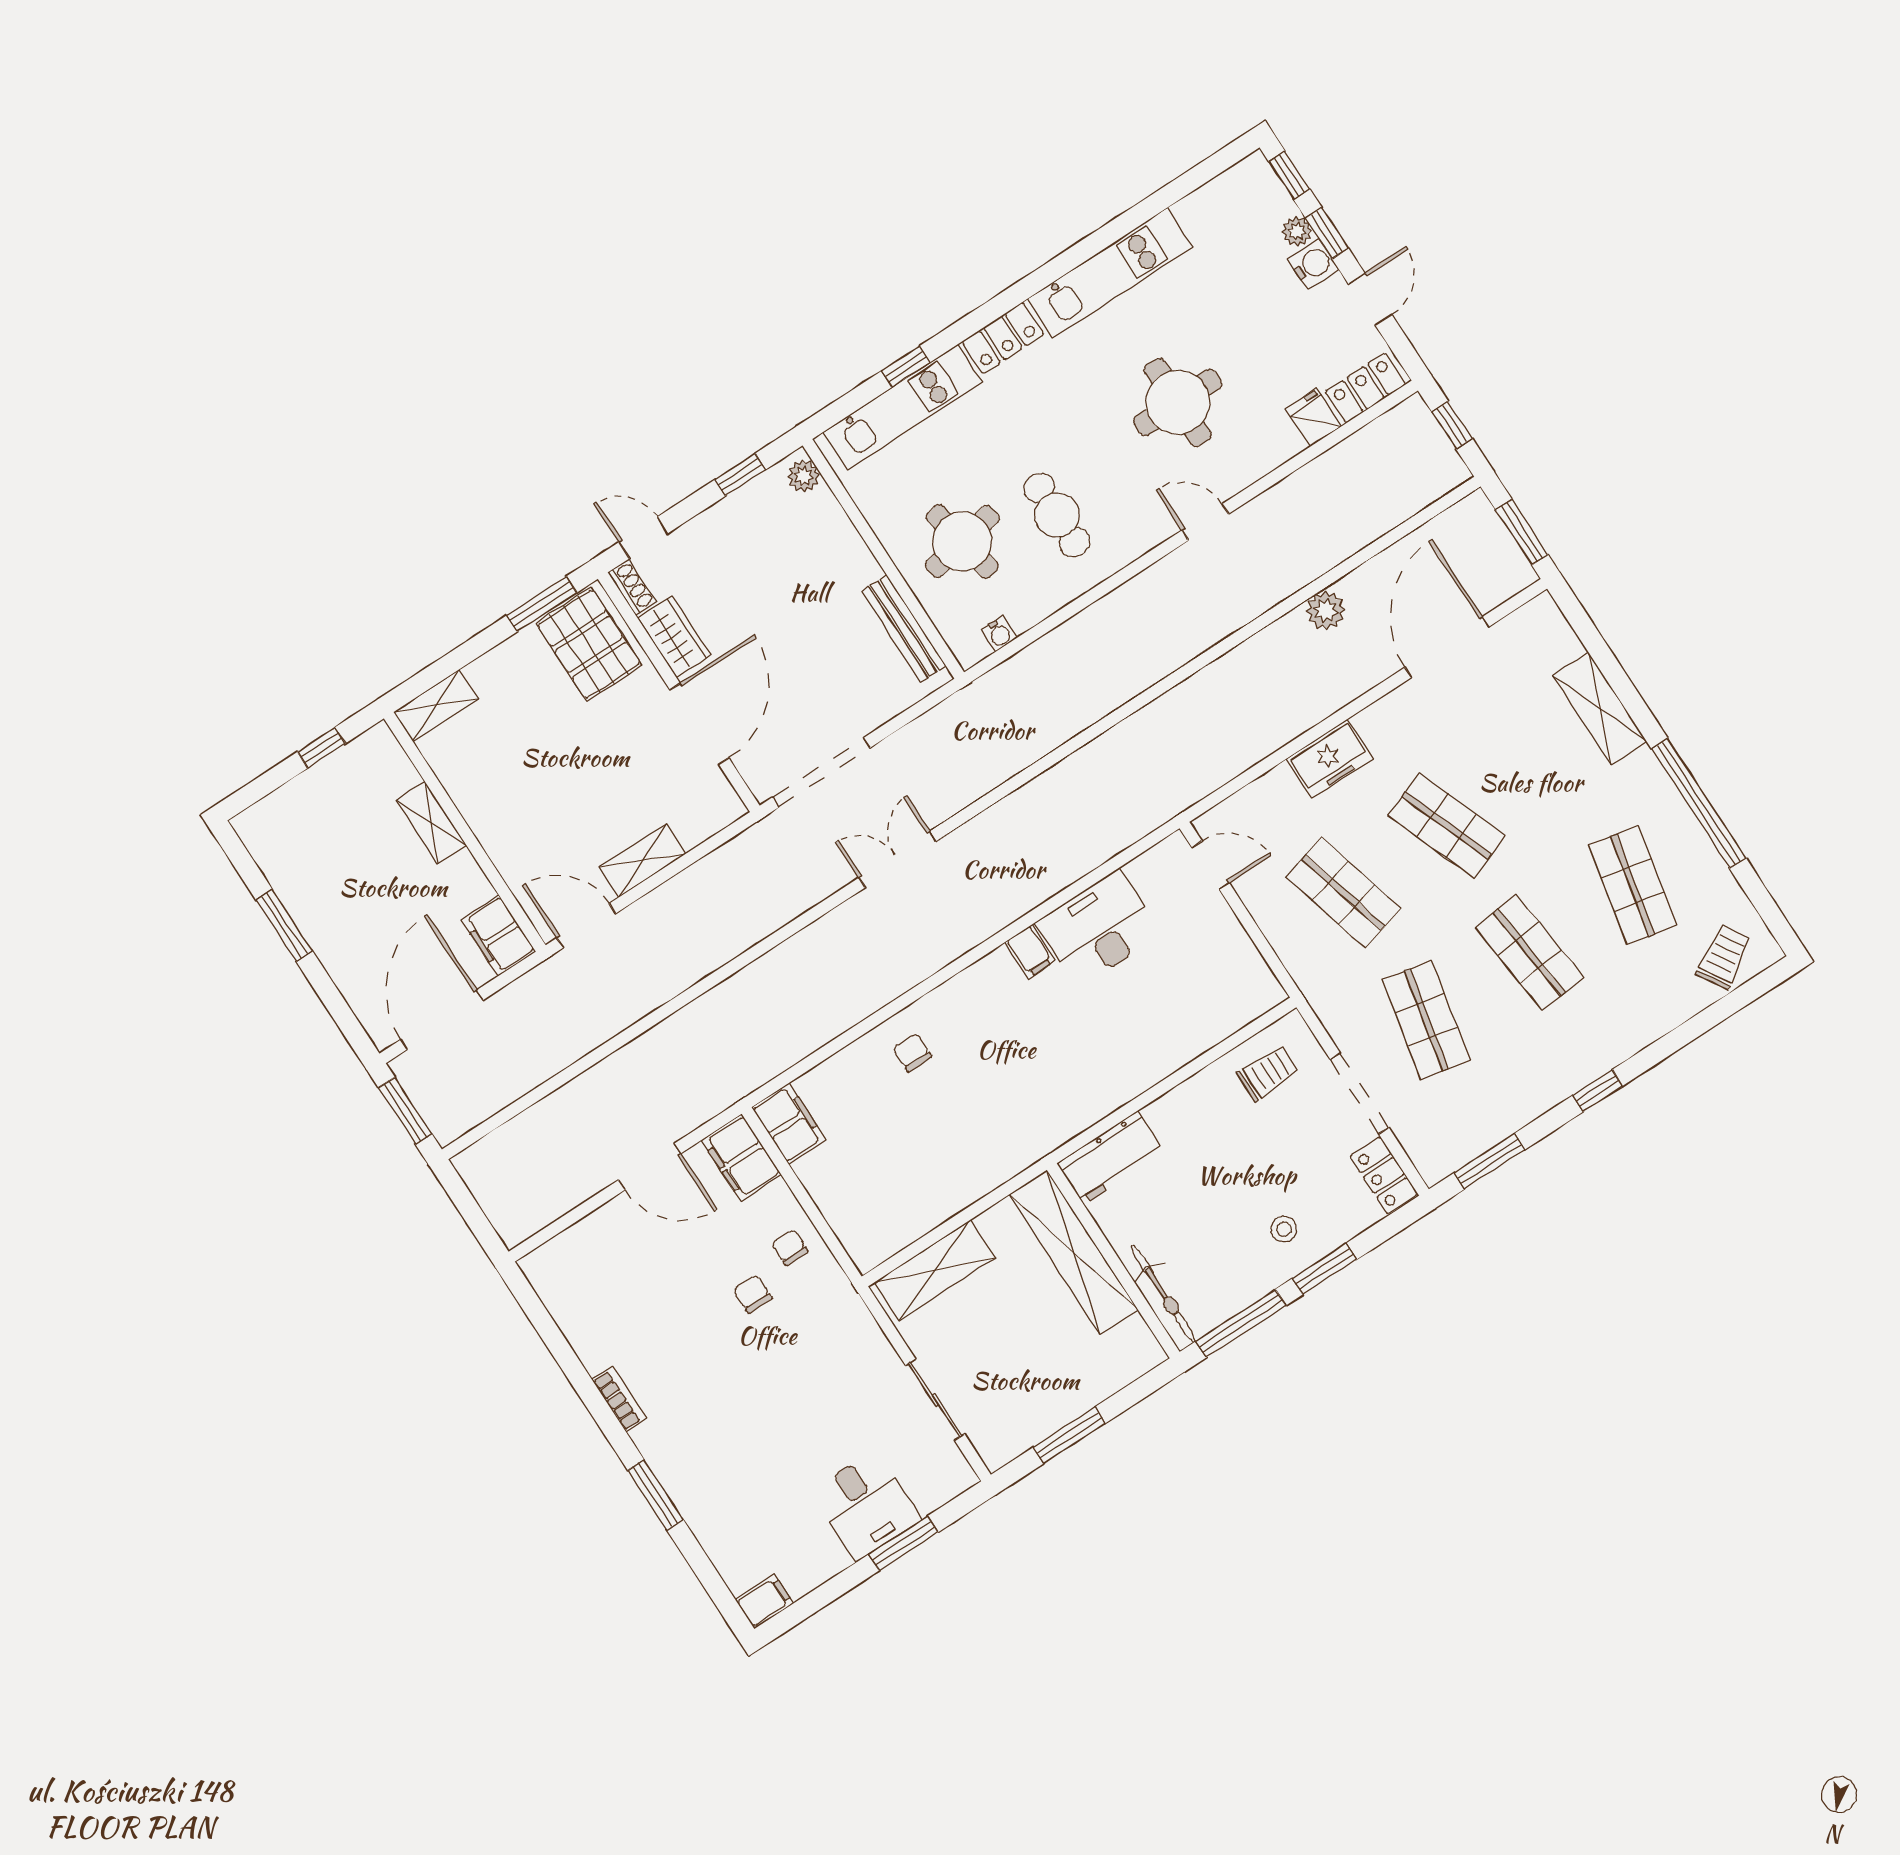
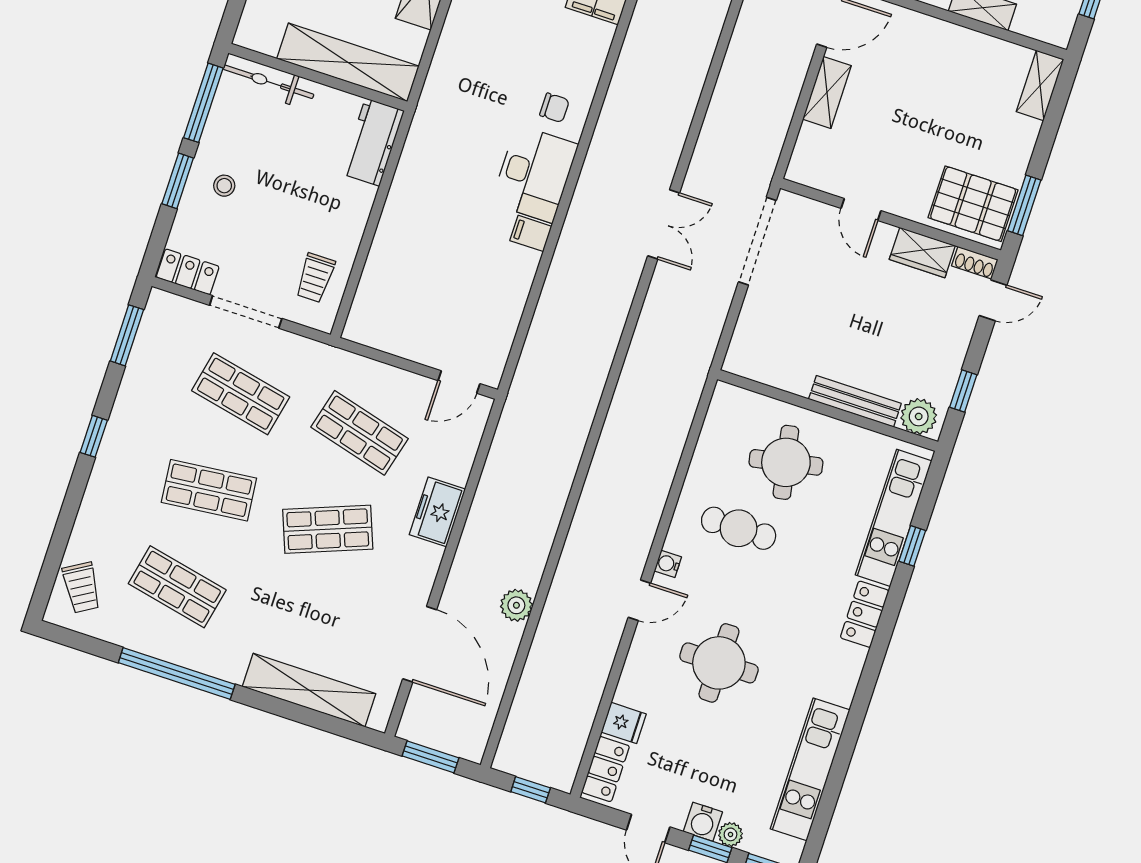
kitchen unit: (1110, 273) -> (810, 769), moved
plant: (803, 476) -> (919, 416), width x1.38, depth x1.38
bench: (904, 629) -> (855, 401), moved
water cooler: (999, 634) -> (668, 564), moved
shelving: (1600, 708) -> (309, 690), width x1.47
door: (699, 724) -> (861, 209), width x0.53
shop shelf: (1343, 893) -> (359, 433), turned 30
desk: (1099, 928) -> (535, 174), moved

